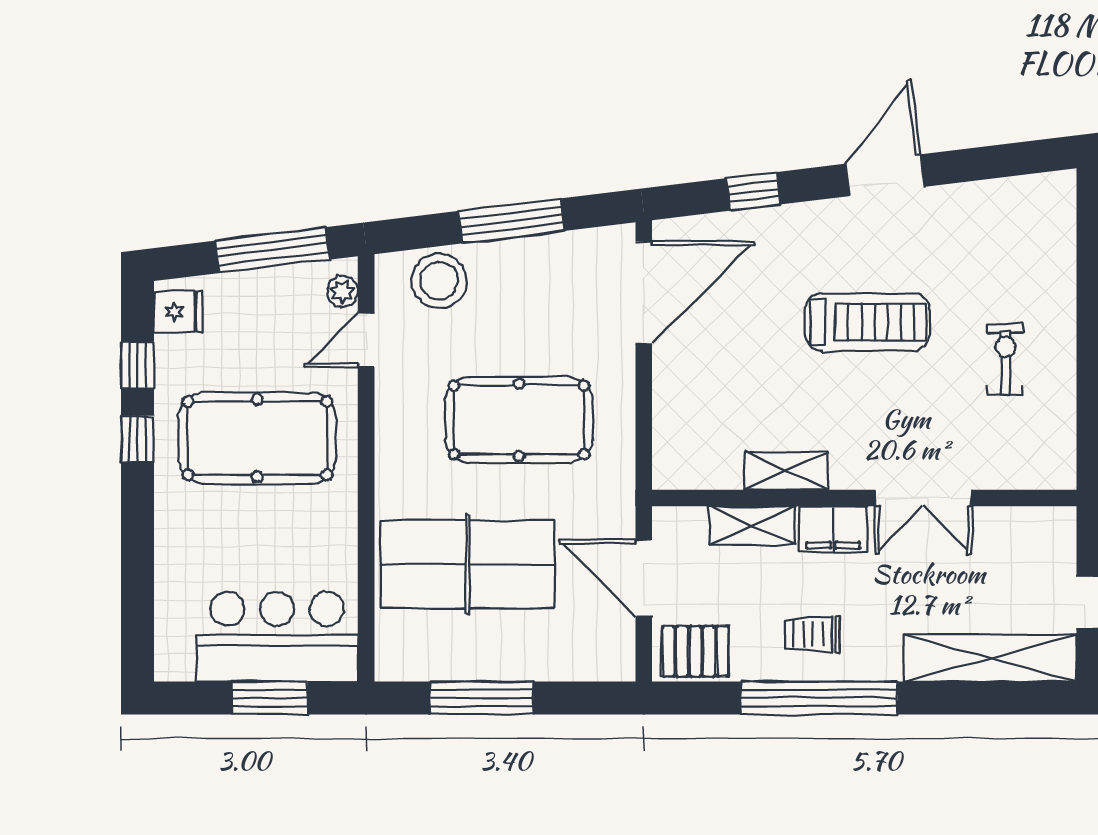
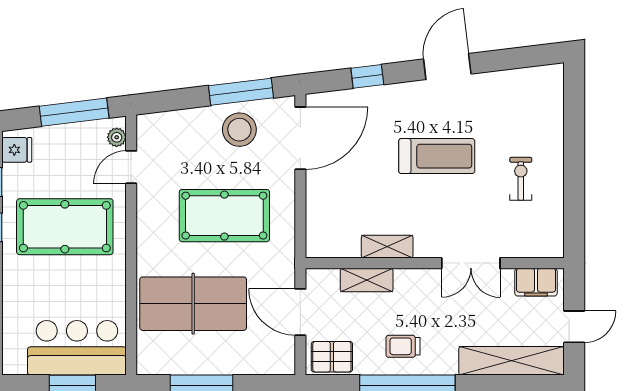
window: (512, 221) -> (241, 92), moved
stool: (439, 281) -> (239, 130), moved
filing cabinet: (833, 529) -> (536, 282), moved

